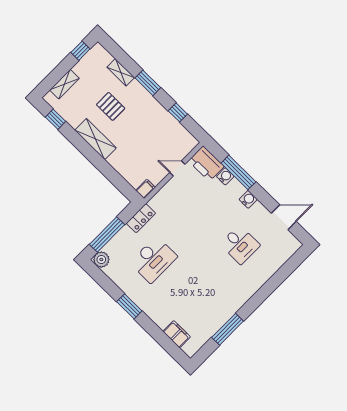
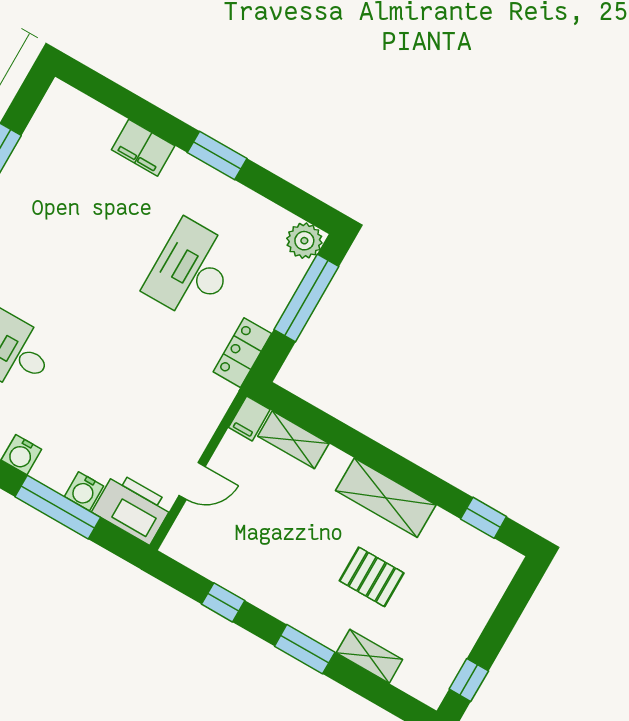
shelving: (64, 84) -> (293, 440), moved, turned 90
filing cabinet: (177, 334) -> (143, 148), moved

